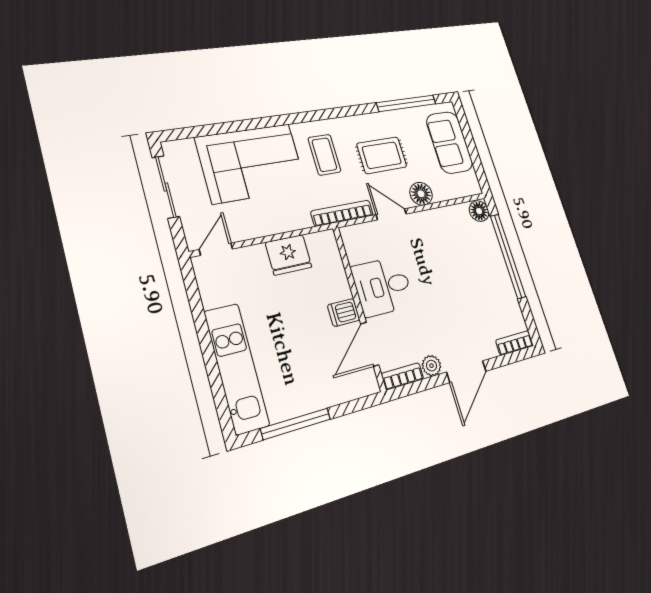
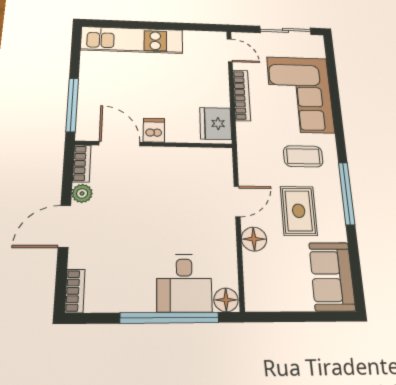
window: (406, 103) -> (347, 193), moved
sofa: (450, 142) -> (332, 276), moved, turned -90
bookcase: (342, 213) -> (242, 95), moved
fridge: (289, 255) -> (216, 123), moved
desk: (383, 286) -> (184, 283), moved, turned 180
door: (466, 372) -> (64, 226), hinge flipped
window: (296, 424) -> (72, 105), moved

